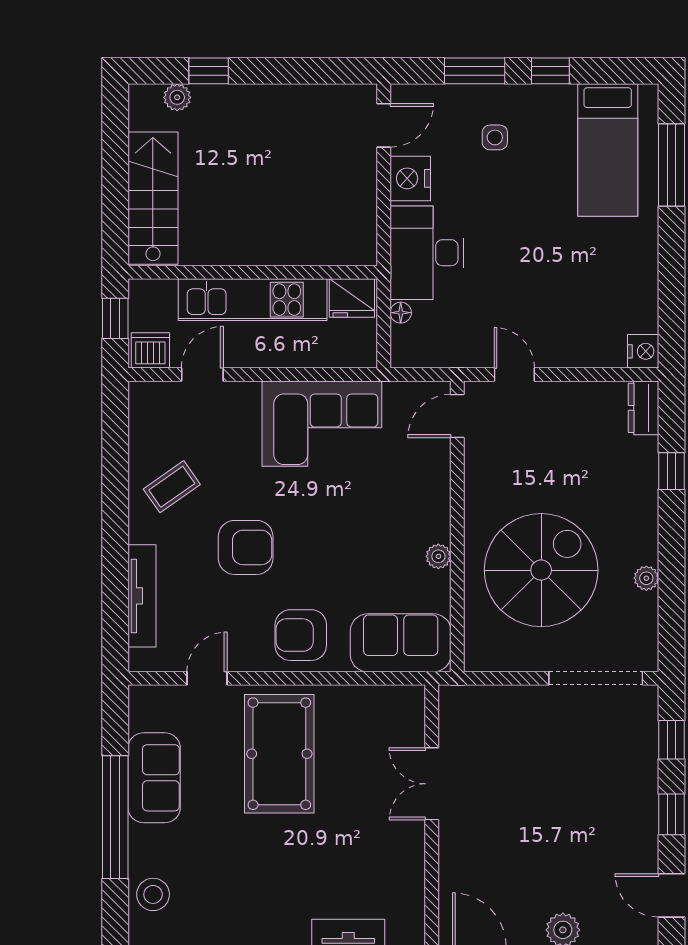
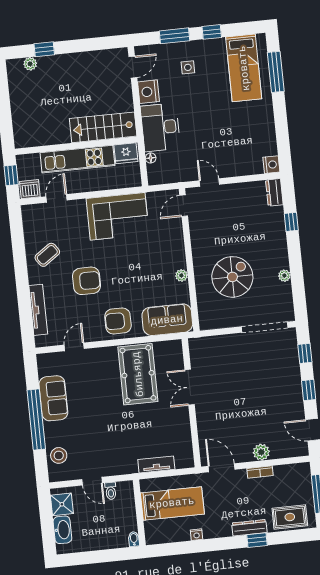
stairs: (153, 198) -> (103, 127), moved, turned -90
spiral stairs: (541, 570) -> (232, 277), width x0.73, depth x0.73
pool table: (279, 754) -> (138, 374), moved

